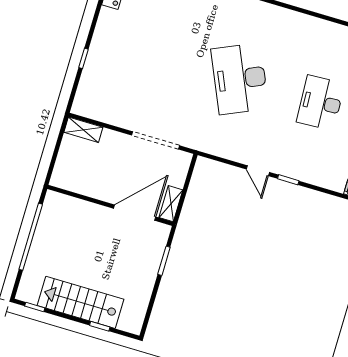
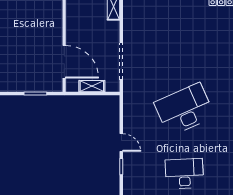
door: (258, 171) -> (121, 143), swing flipped
shelving: (171, 204) -> (92, 86), moved

